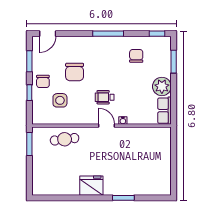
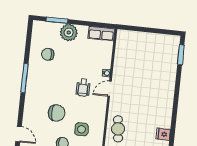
window: (157, 34) -> (29, 33), removed
plant: (162, 86) -> (69, 32), moved
fridge: (91, 186) -> (163, 134), moved, width x0.53, depth x0.75
window: (123, 198) -> (181, 55), moved

